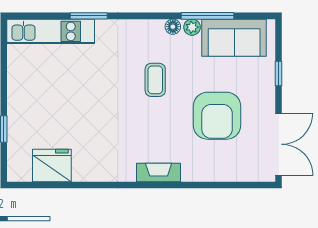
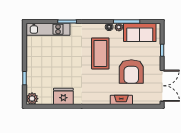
coffee table: (155, 80) -> (100, 53), width x1.86, depth x1.72
fridge: (52, 165) -> (63, 96), moved
plant: (19, 170) -> (32, 99), added
fireplace: (159, 173) -> (121, 100), moved

